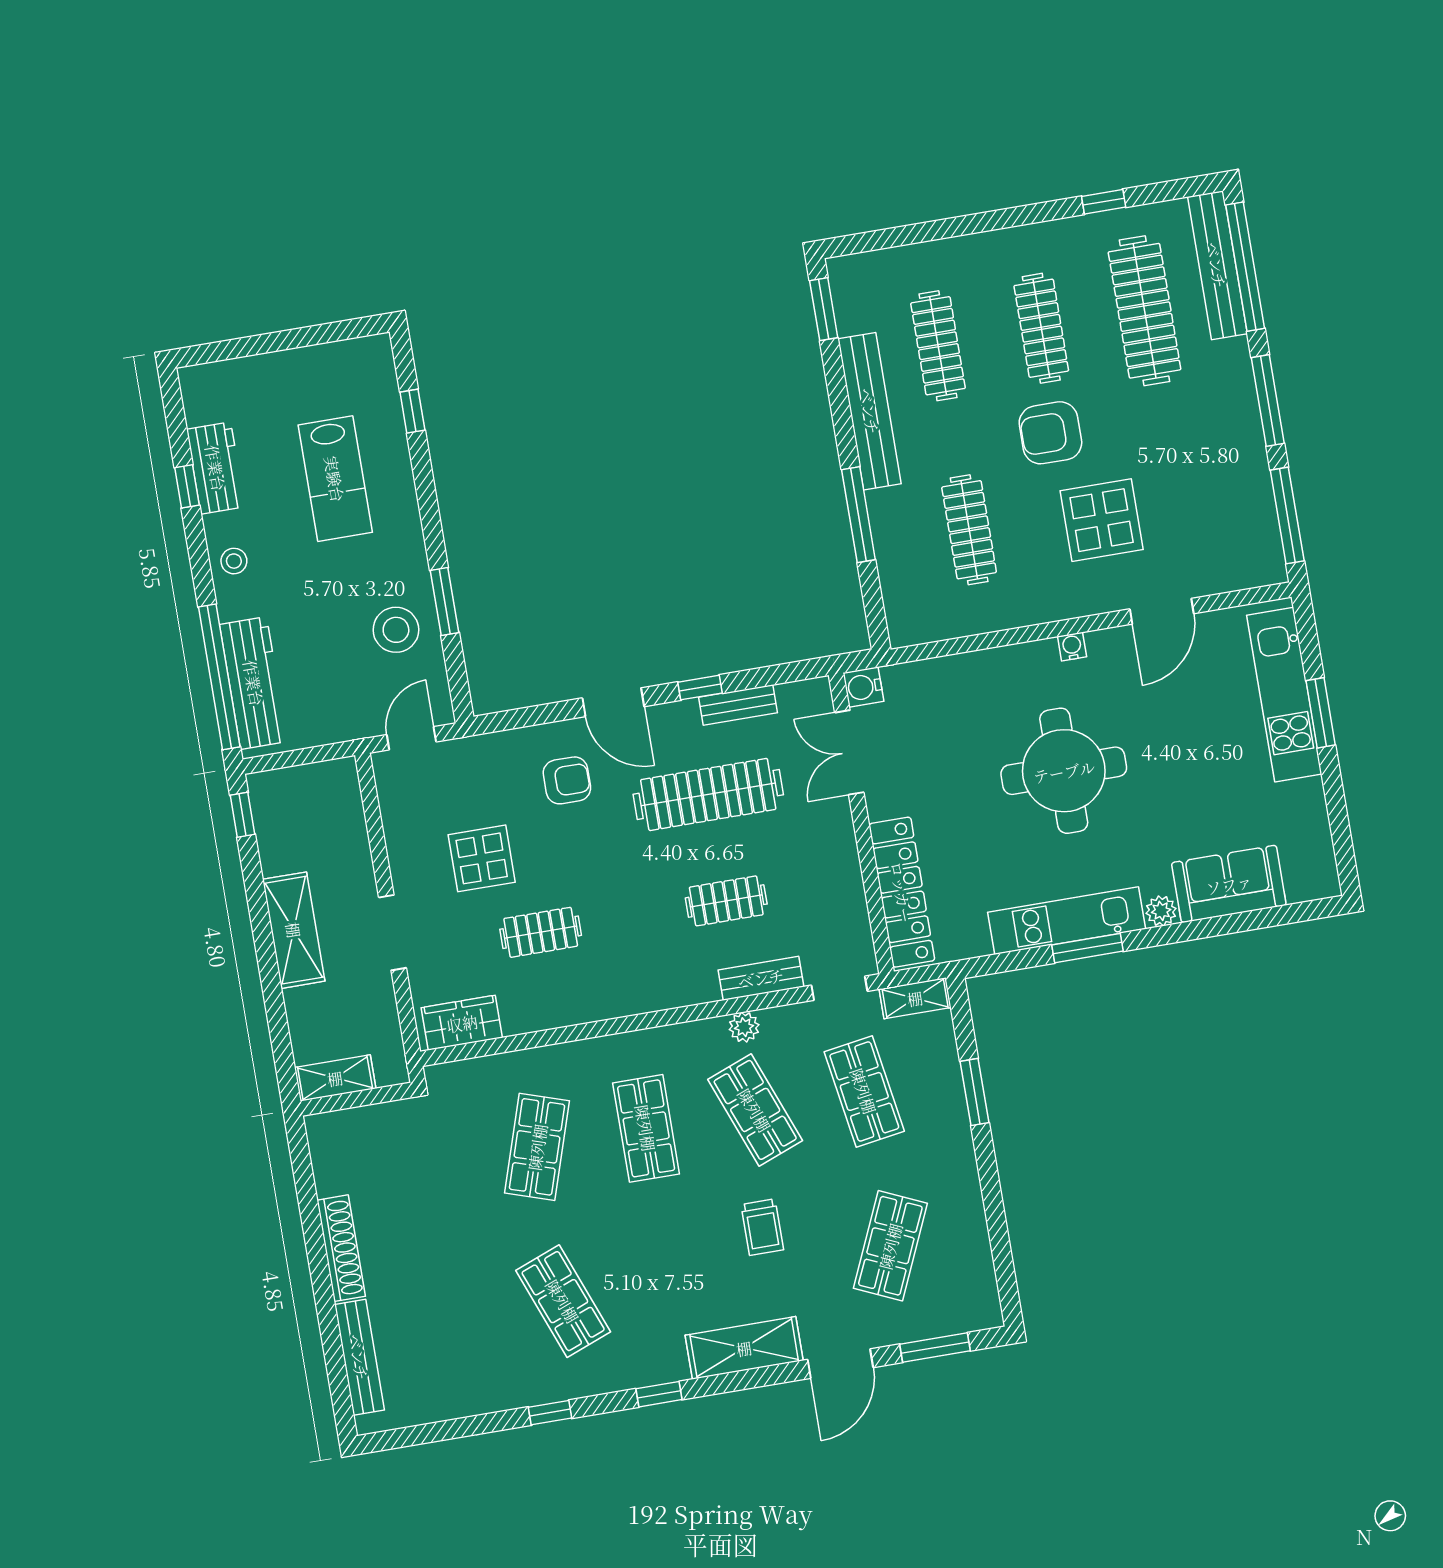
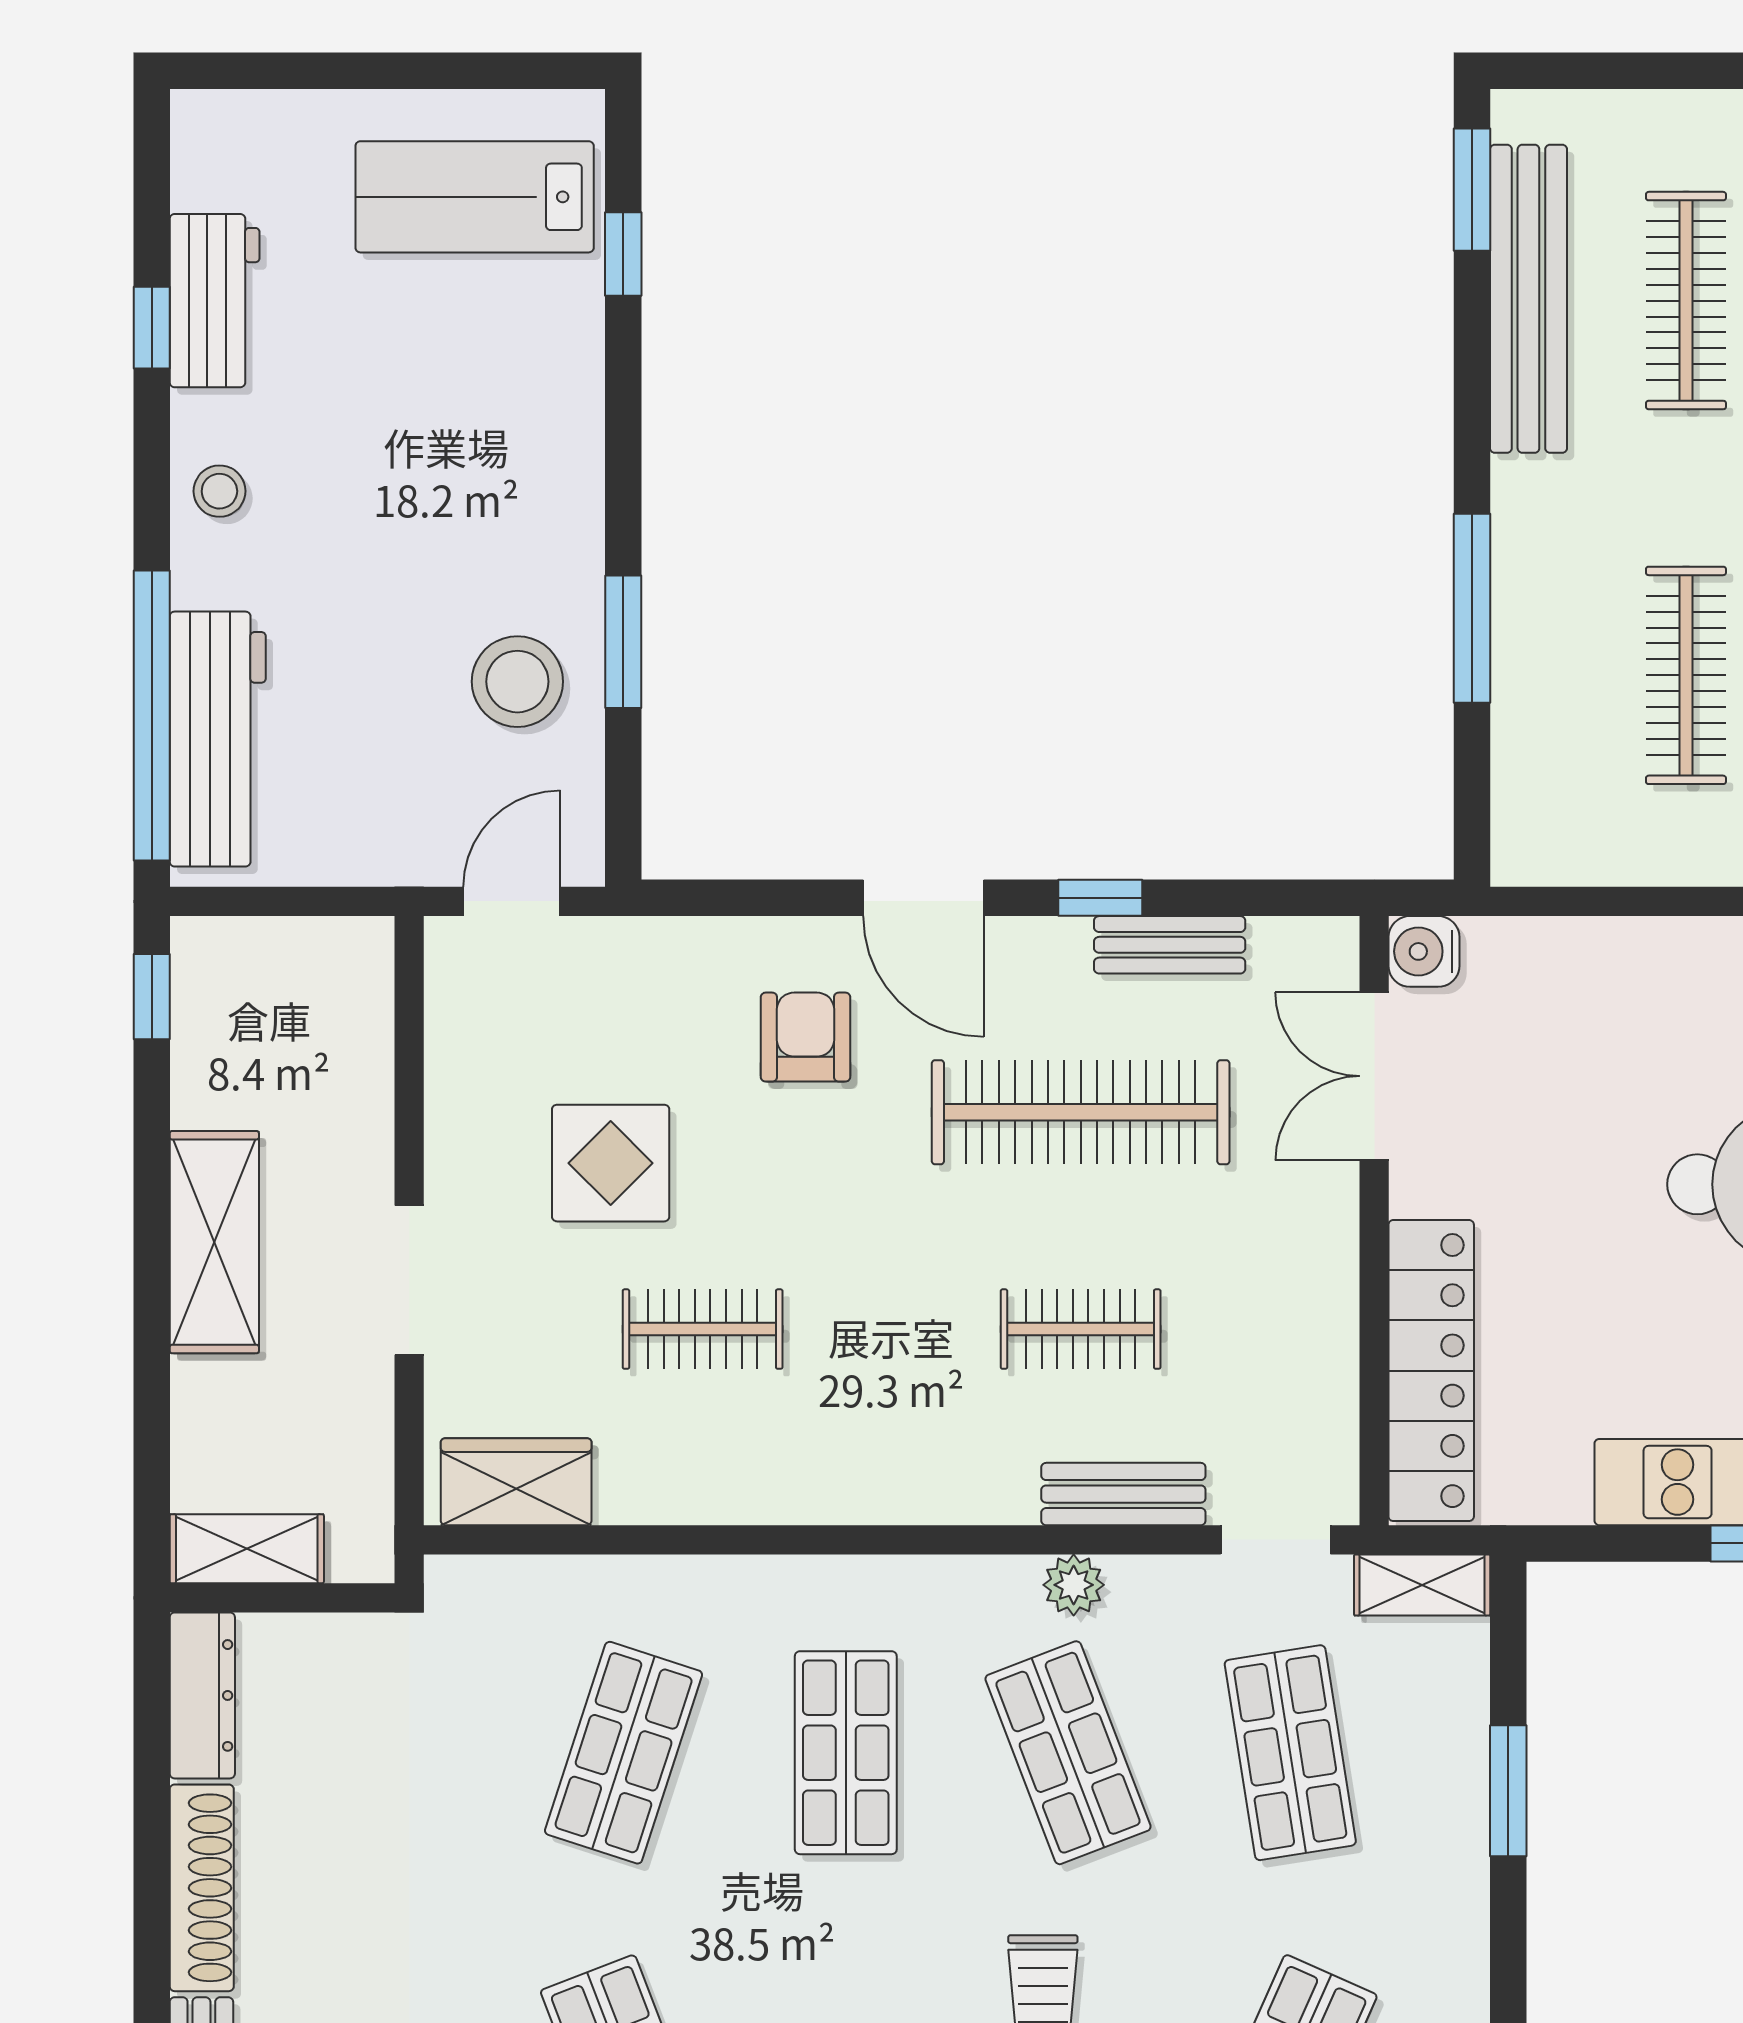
bench: (870, 411) -> (1528, 299), moved
lab bench: (335, 479) -> (475, 197), moved, turned 90
armchair: (567, 780) -> (806, 1037), turned -90
dresser: (325, 1154) -> (202, 1695), added

